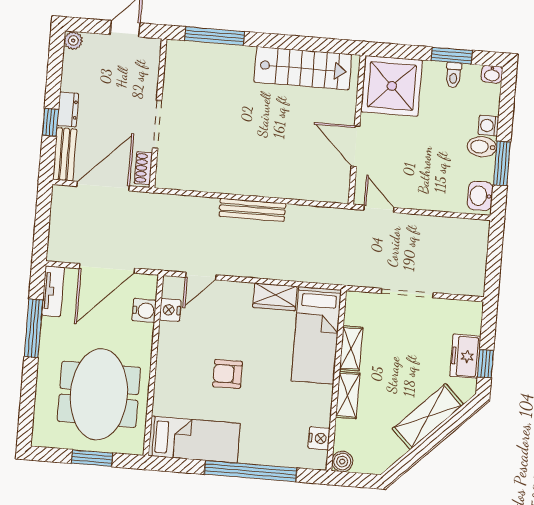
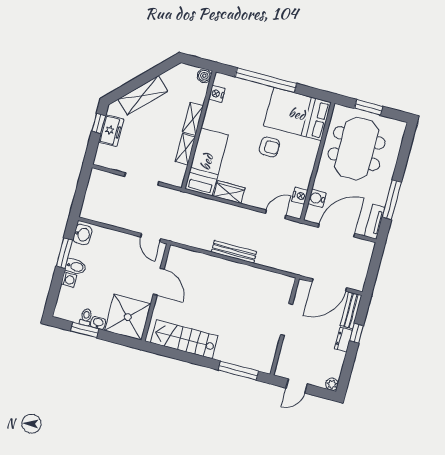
washbasin: (492, 74) -> (98, 323), moved
shoe rack: (143, 168) -> (301, 292), removed
bed: (194, 440) -> (297, 114), width x1.50

